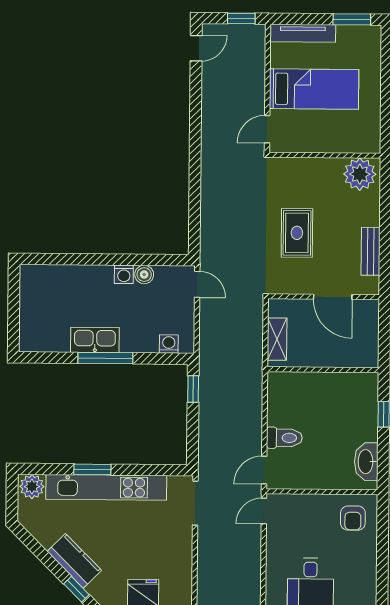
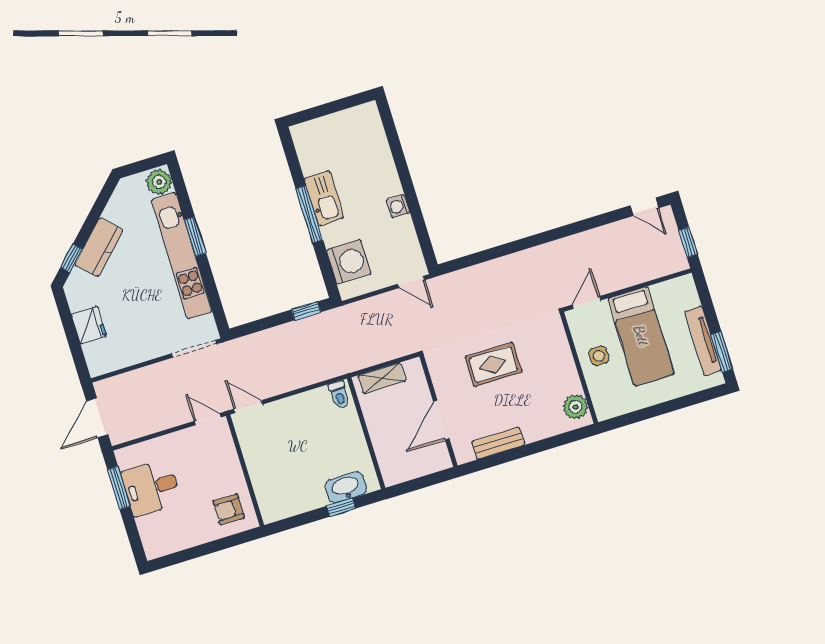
tv unit: (303, 33) -> (703, 341), moved
door: (267, 129) -> (586, 303), hinge flipped
side table: (320, 133) -> (599, 356), added
plant: (360, 174) -> (576, 407), width x0.73, depth x0.73
boiler: (144, 275) -> (404, 226), removed
door: (197, 284) -> (411, 282), hinge flipped
washing machine: (169, 344) -> (349, 262), width x1.89, depth x1.89
toilet: (284, 438) -> (339, 395), moved, width x0.73, depth x0.72
washbasin: (366, 462) -> (346, 487), moved

